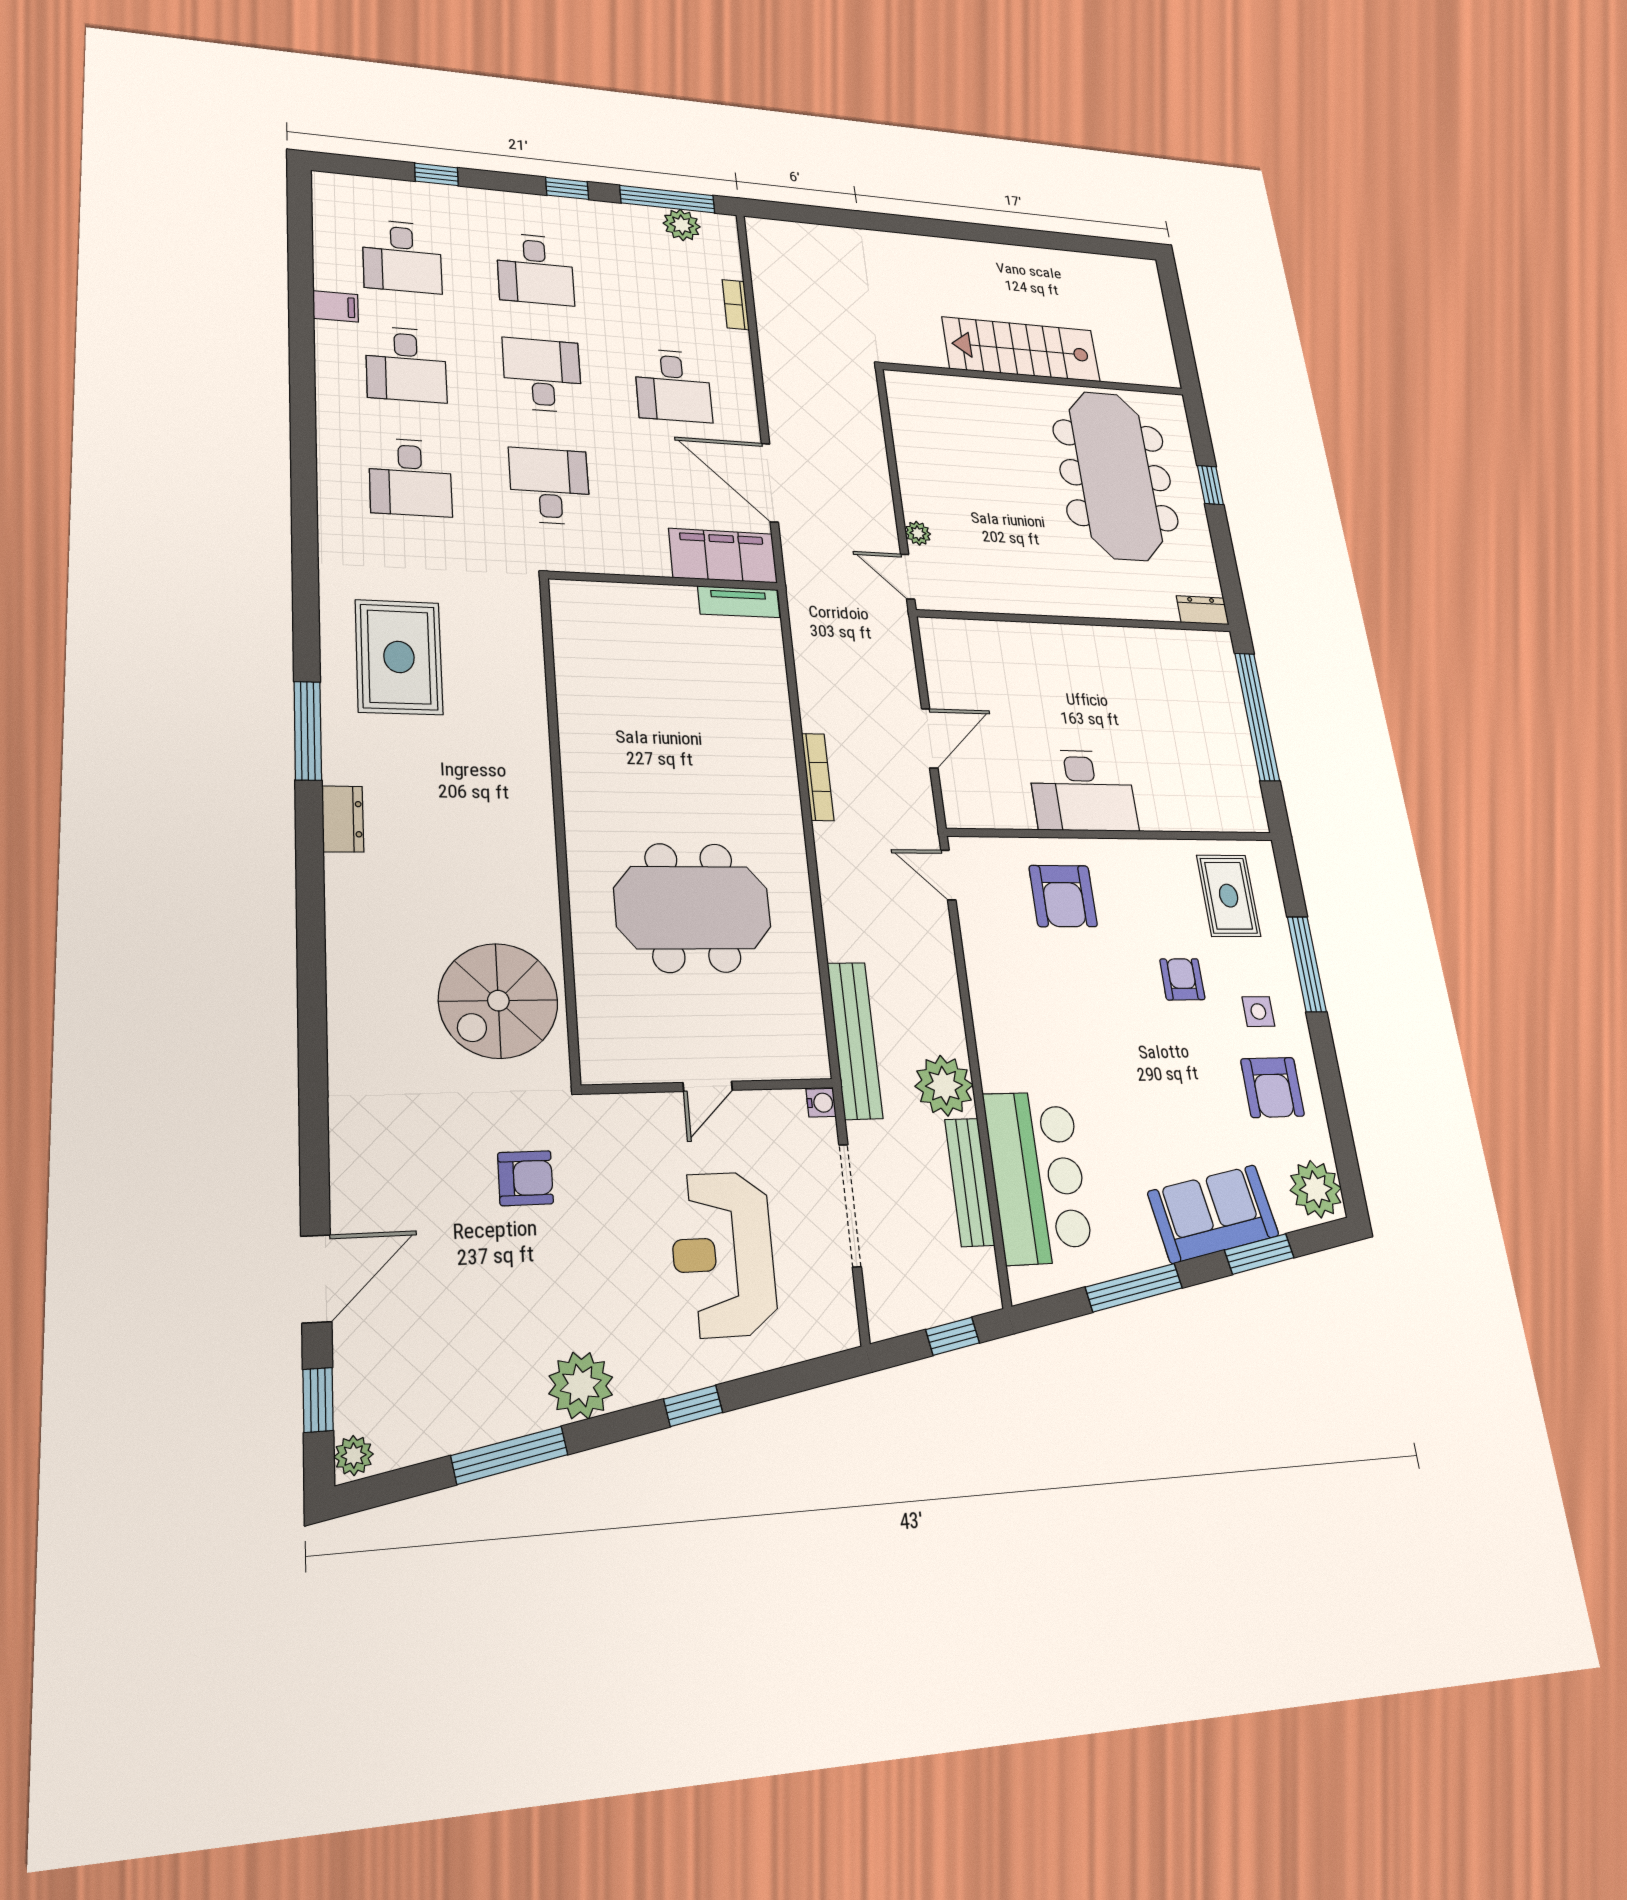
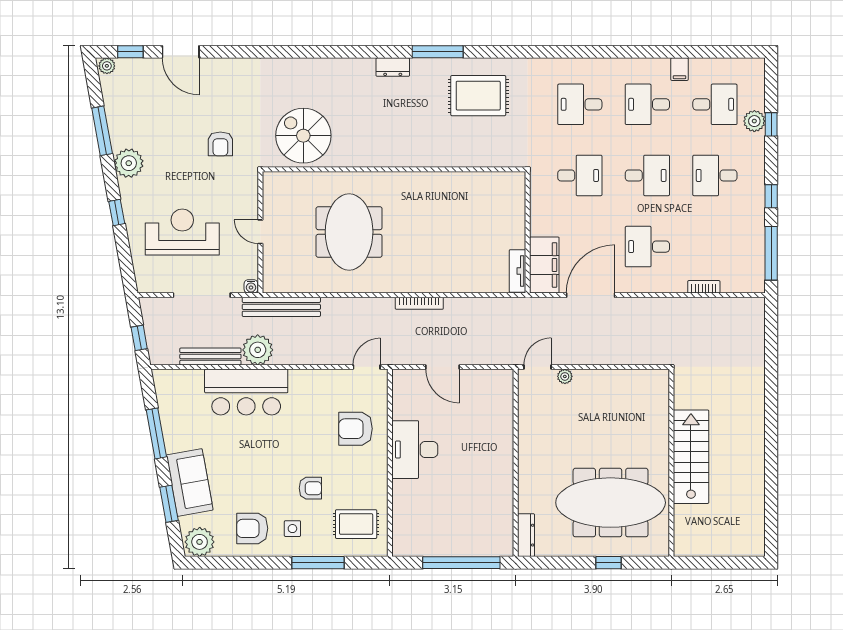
plant: (682, 225) -> (754, 121), moved
desk: (402, 256) -> (715, 104), turned 180
dresser: (1203, 610) -> (526, 535), width x1.44
bar counter: (1038, 1177) -> (246, 392), moved

